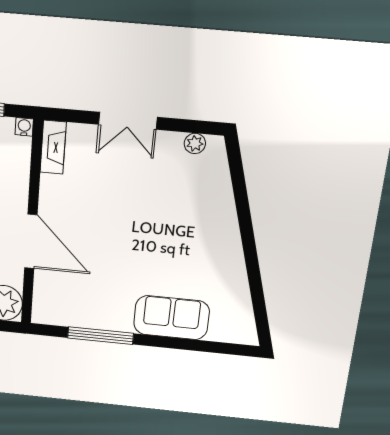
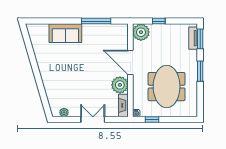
plant: (58, 195) -> (120, 85), added

